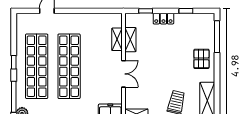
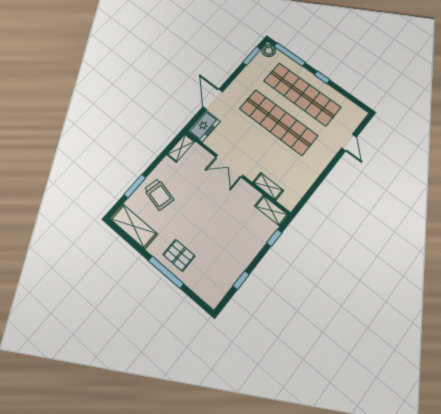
locker: (163, 19) -> (252, 250), removed
window: (217, 37) -> (166, 272), moved
shelving: (130, 40) -> (271, 211), moved

